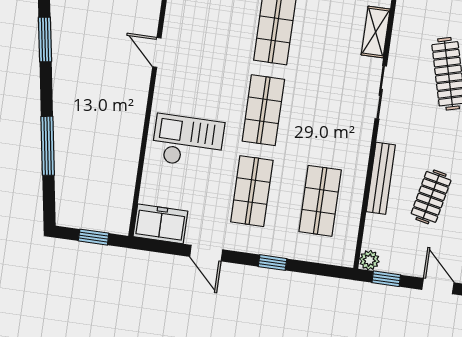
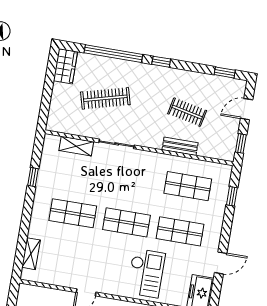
checkout: (188, 142) -> (146, 273), turned 180
bench: (381, 178) -> (180, 146), width x0.73
plant: (369, 260) -> (228, 154), removed
window: (272, 263) -> (232, 196), moved

